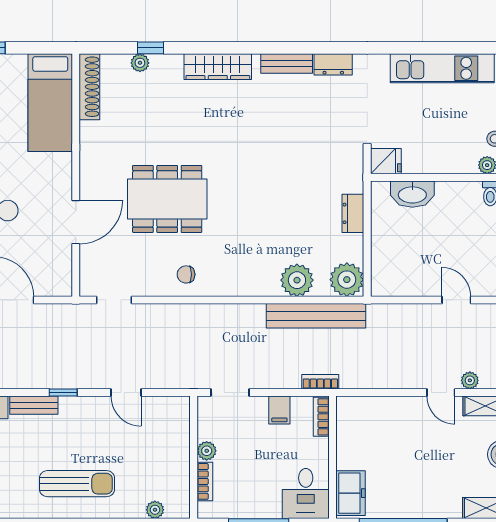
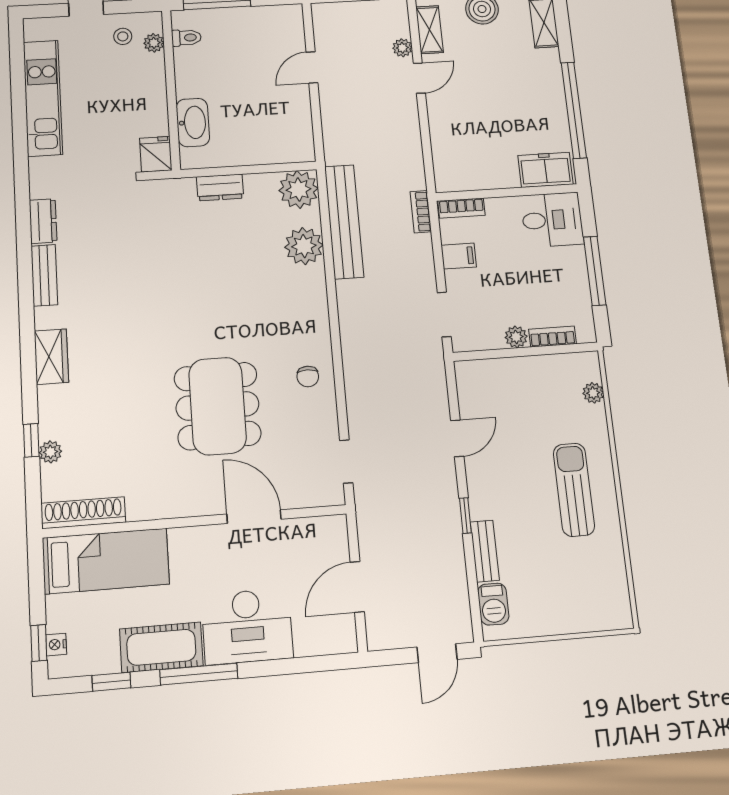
wardrobe: (218, 67) -> (51, 357), width x0.67

